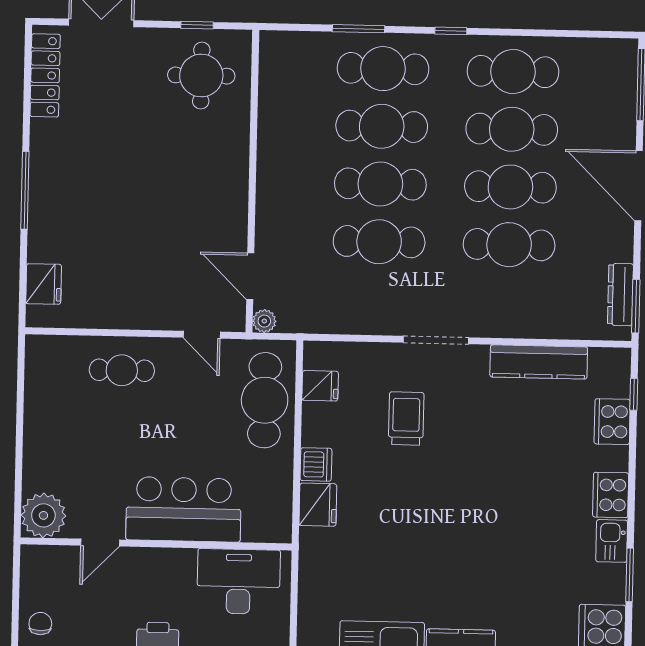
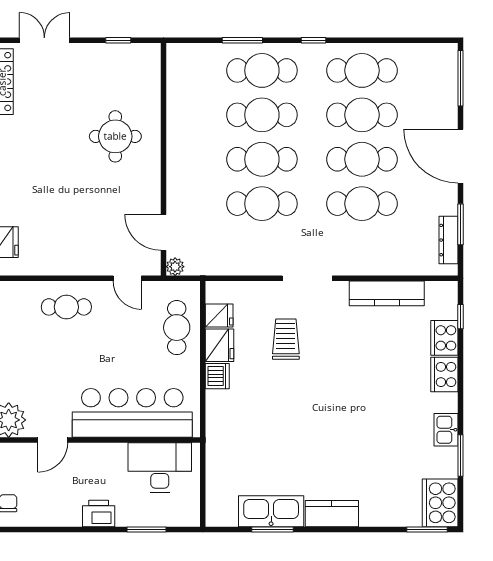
round table: (201, 76) -> (115, 136), moved
window: (636, 306) -> (460, 224), moved
cafe table: (265, 400) -> (177, 328), width x0.73, depth x0.74
cooker: (611, 495) -> (444, 375), moved
fridge: (318, 505) -> (219, 345), moved
bar counter: (184, 509) -> (132, 413), width x1.36

